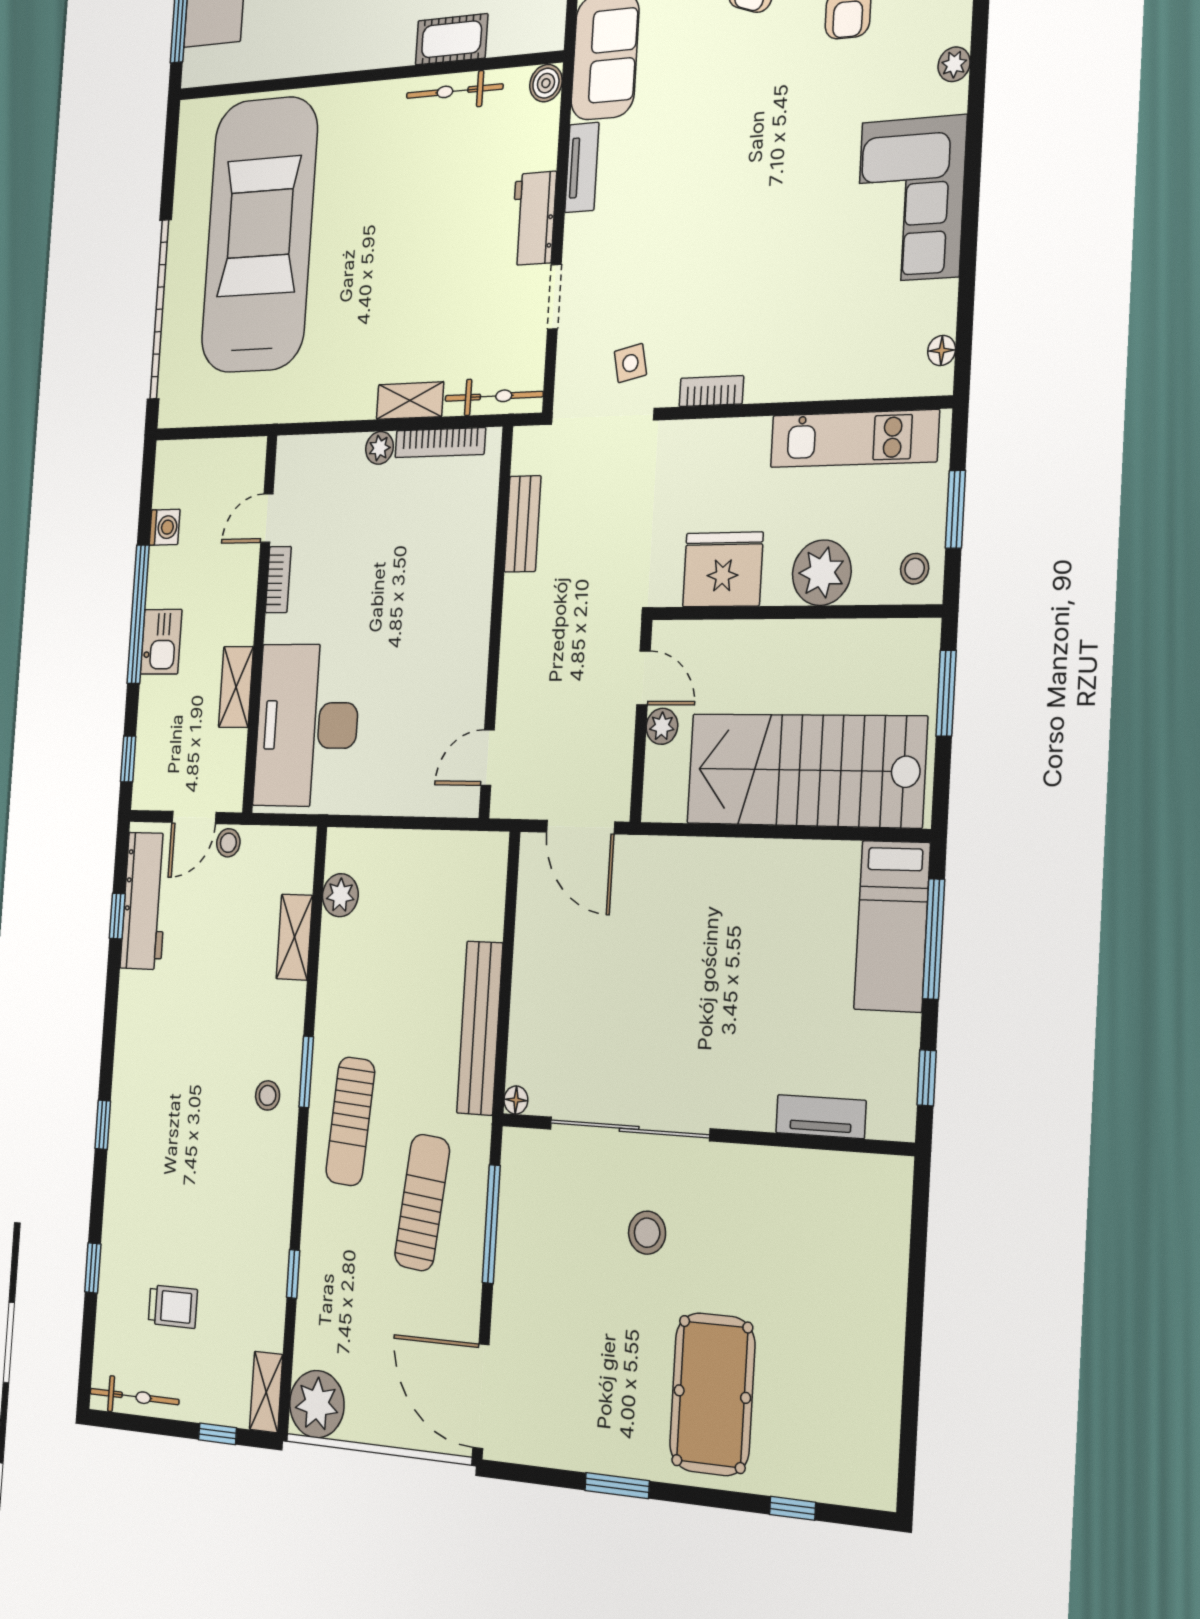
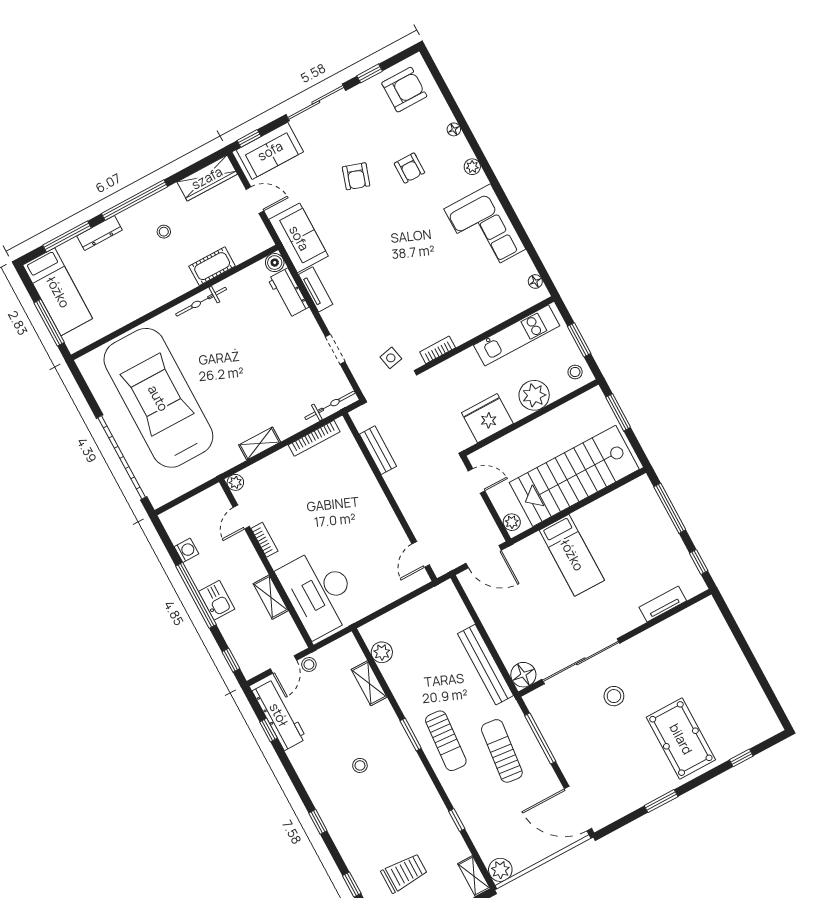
bicycle: (455, 91) -> (201, 302), moved
workbench: (533, 218) -> (288, 293), moved
shelving: (410, 401) -> (260, 443), moved
plant: (380, 448) -> (235, 482), moved
plant: (662, 726) -> (512, 522), moved
bed: (892, 926) -> (572, 555), moved
stool: (268, 1095) -> (360, 765), moved
floor lamp: (516, 1100) -> (523, 675), width x1.89, depth x1.89
trolley: (173, 1307) -> (404, 873), width x1.36, depth x1.39
plant: (317, 1404) -> (500, 870), width x0.73, depth x0.73

